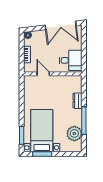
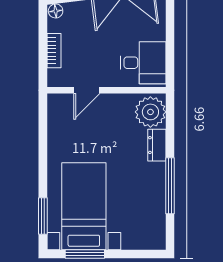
door: (43, 74) -> (87, 90), swing flipped
plant: (74, 133) -> (150, 112), moved

